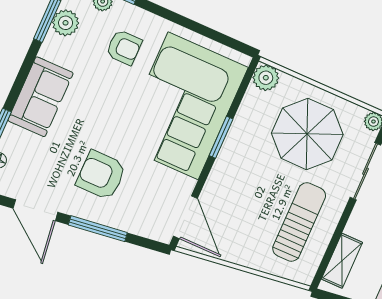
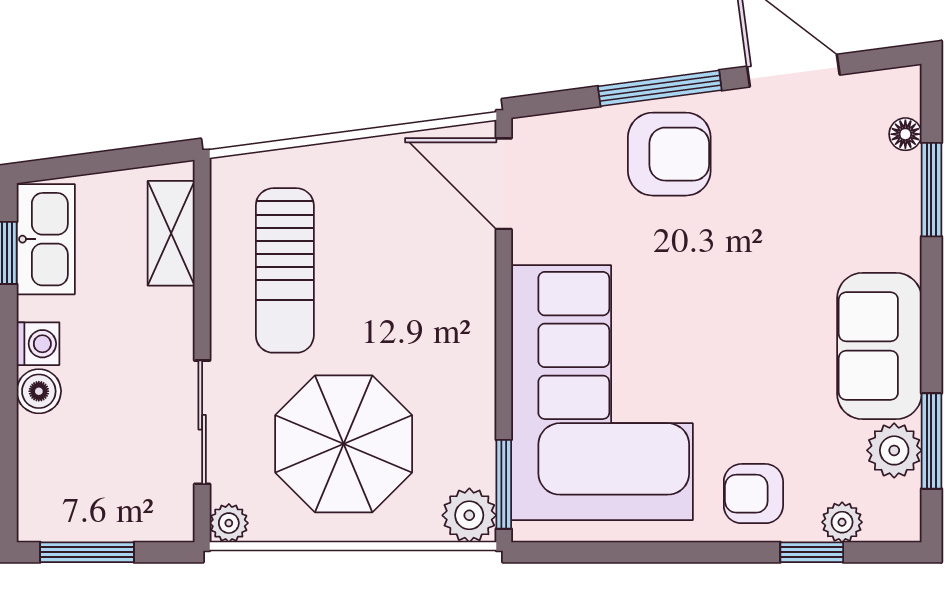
armchair: (124, 47) -> (753, 494), moved
sofa: (41, 97) -> (879, 346), moved
window: (221, 137) -> (504, 484), moved
armchair: (101, 175) -> (669, 154), moved

